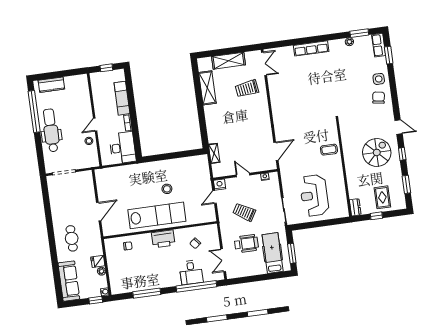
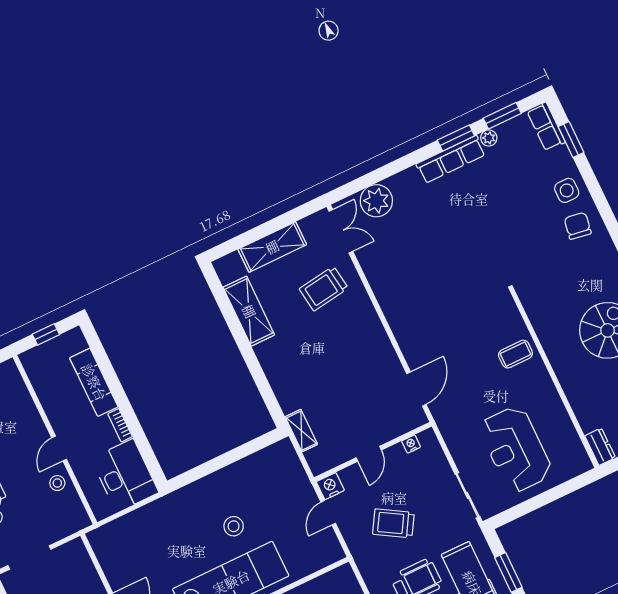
window: (334, 37) -> (456, 138), added
row of seats: (311, 48) -> (451, 159), moved
plant: (286, 55) -> (376, 201), added
door: (243, 175) -> (369, 454), swing flipped

